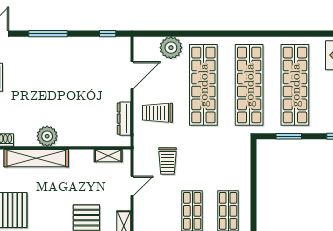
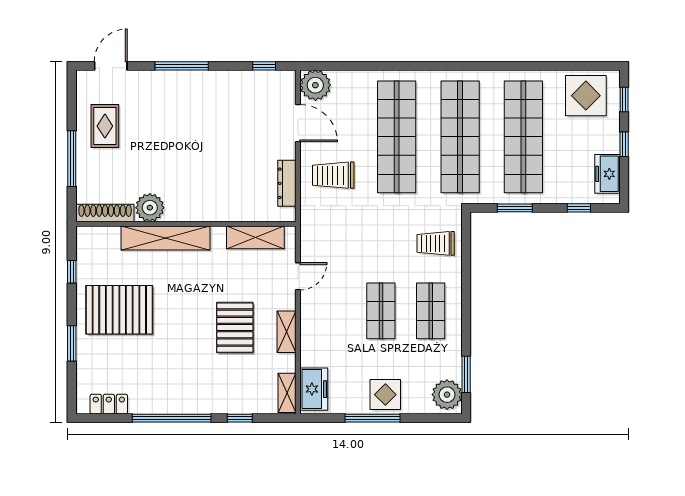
plant: (171, 48) -> (315, 85), moved
door: (132, 75) -> (298, 123), hinge flipped
plant: (47, 136) -> (150, 208), moved
shelving: (108, 156) -> (255, 237), width x1.50, depth x1.33
trolley: (167, 161) -> (436, 243), moved, turned 90

